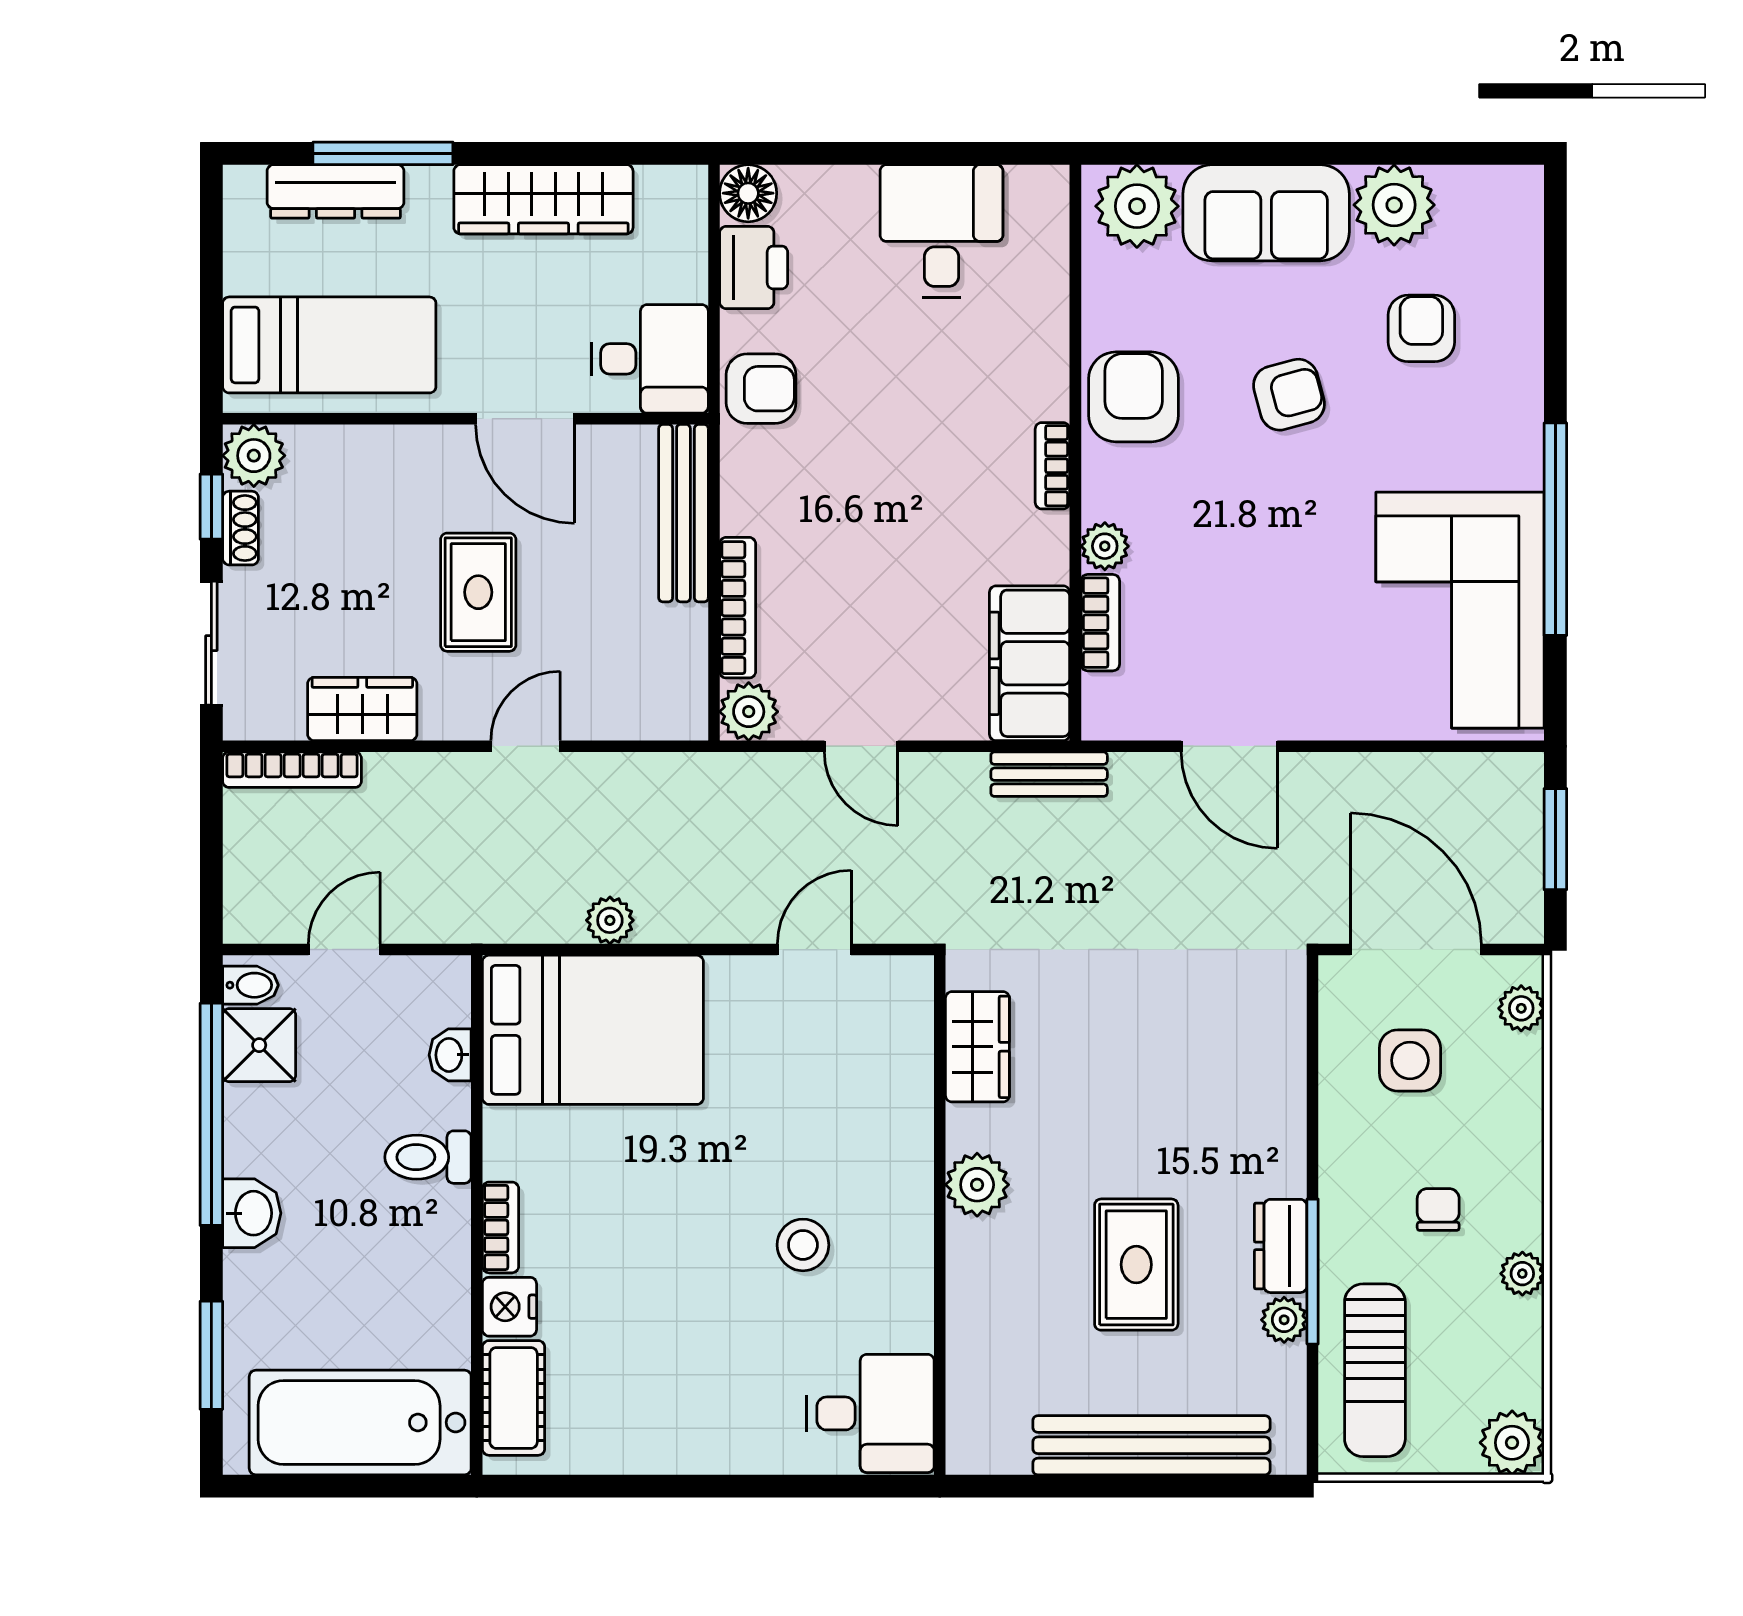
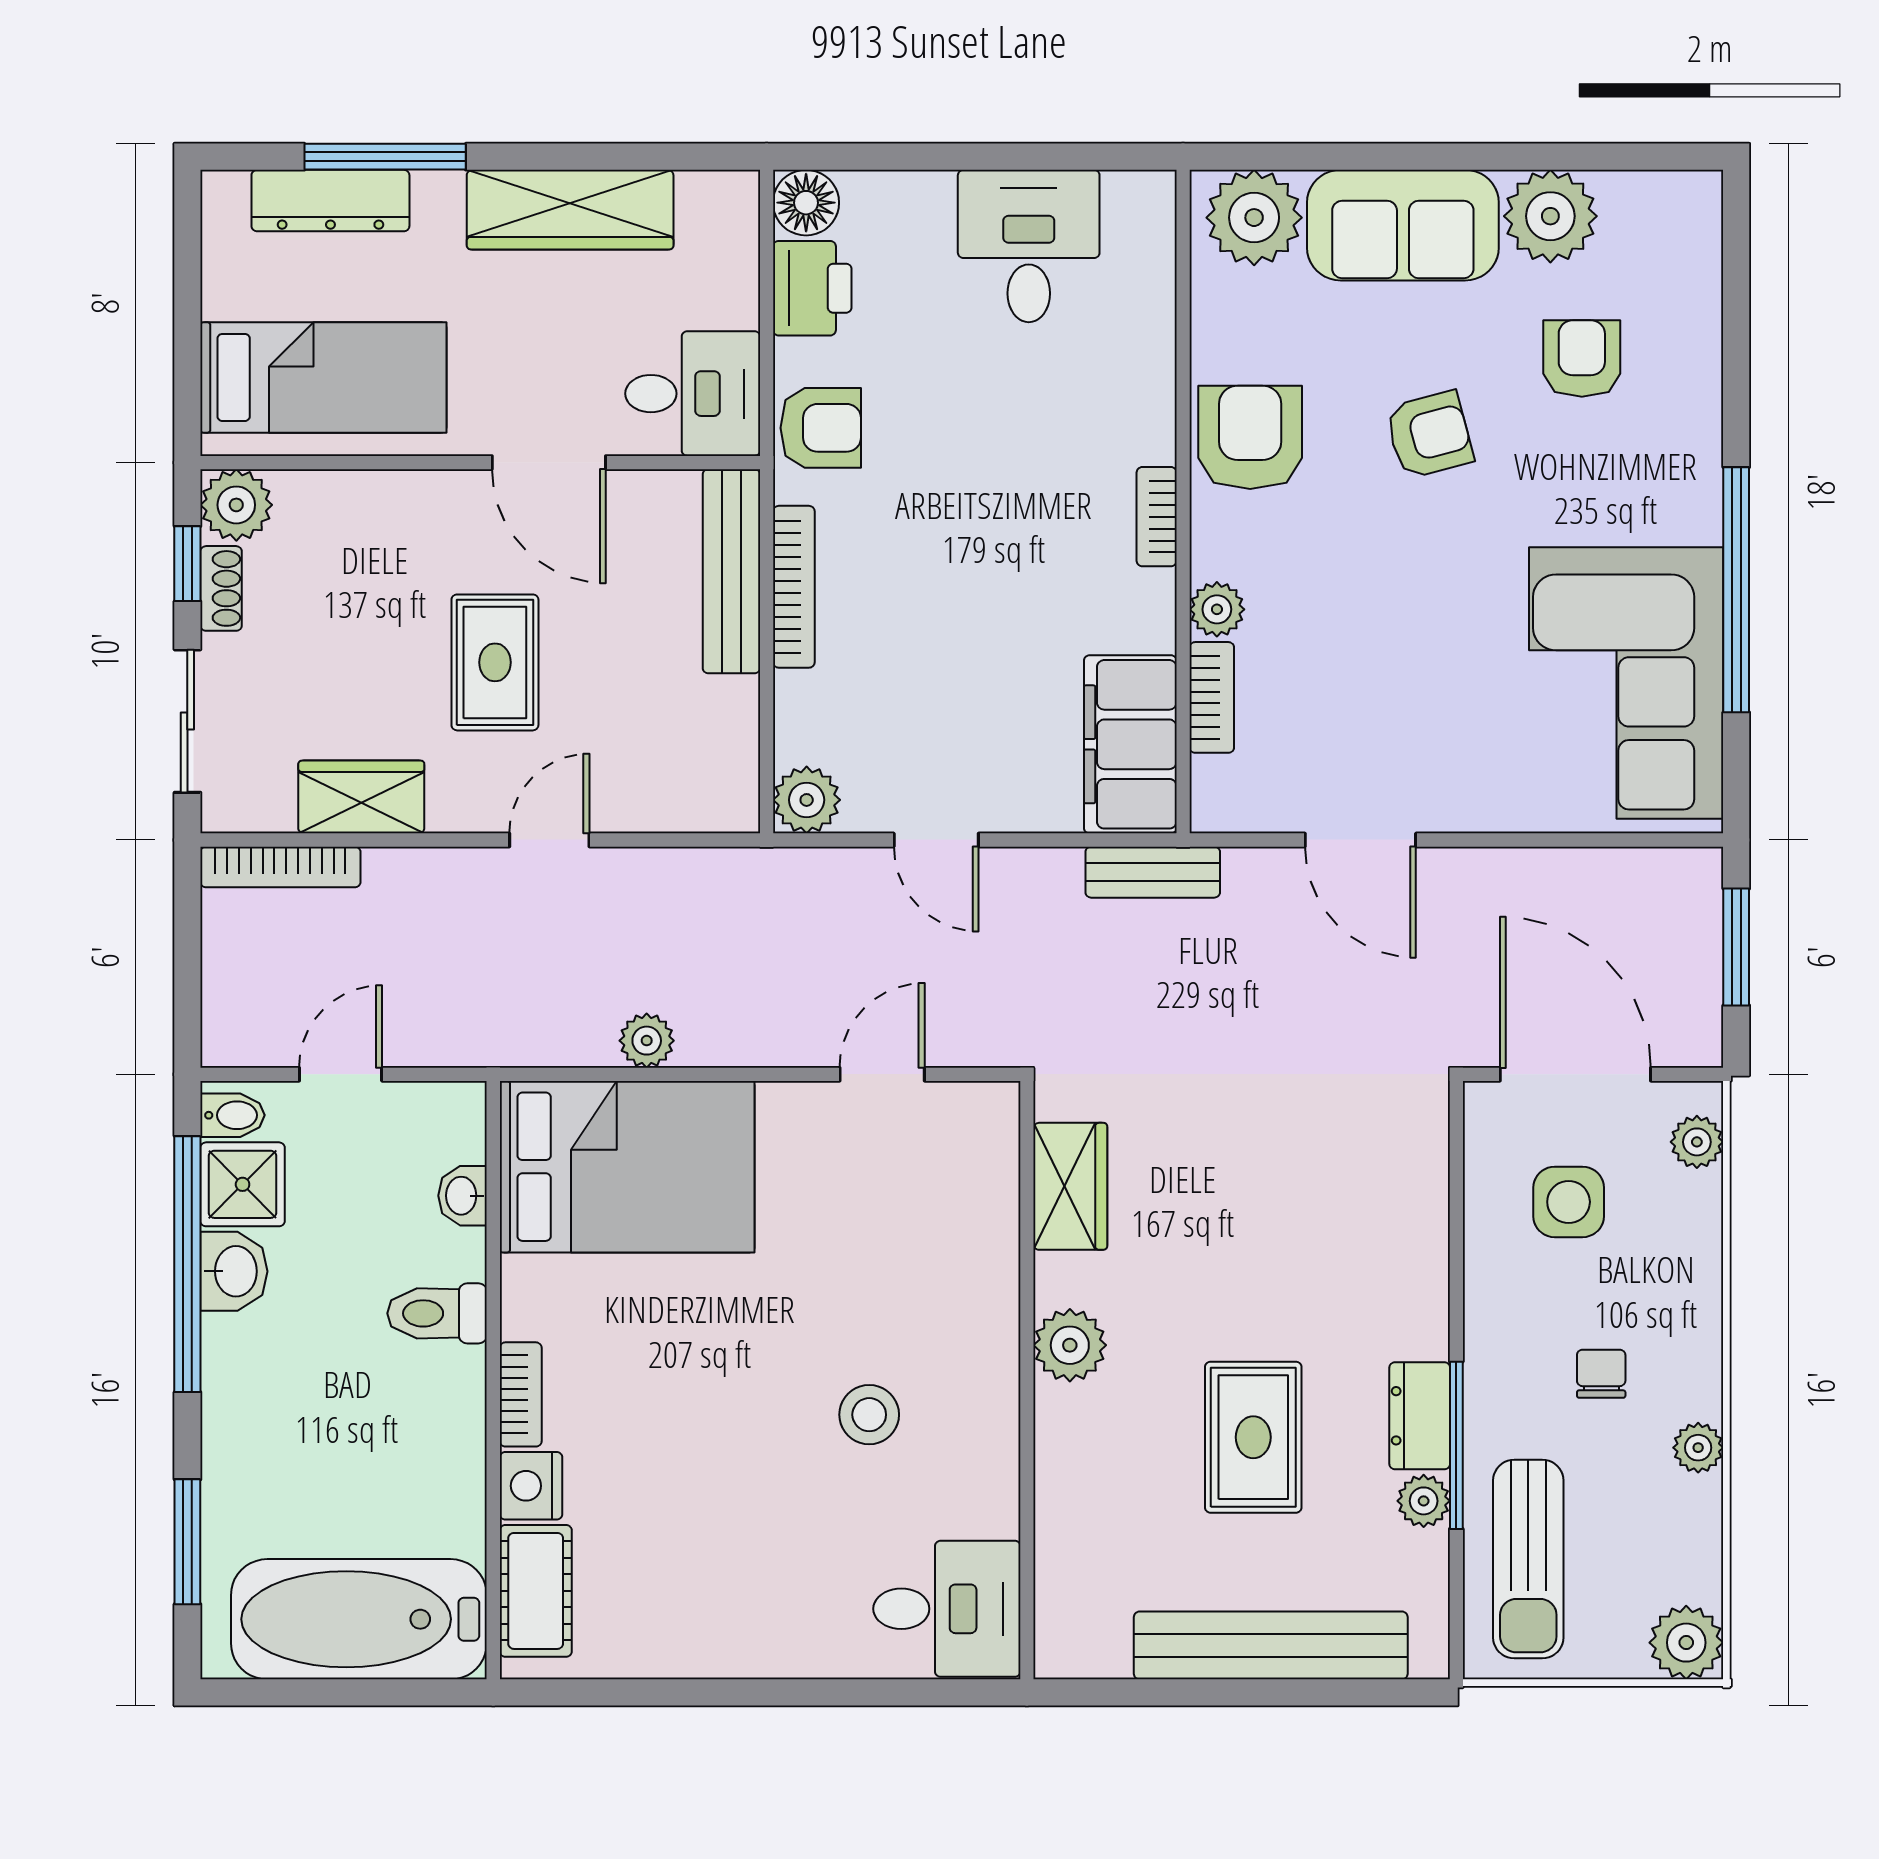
bookcase: (738, 608) -> (794, 587), moved
washbasin: (252, 1213) -> (234, 1271), moved

